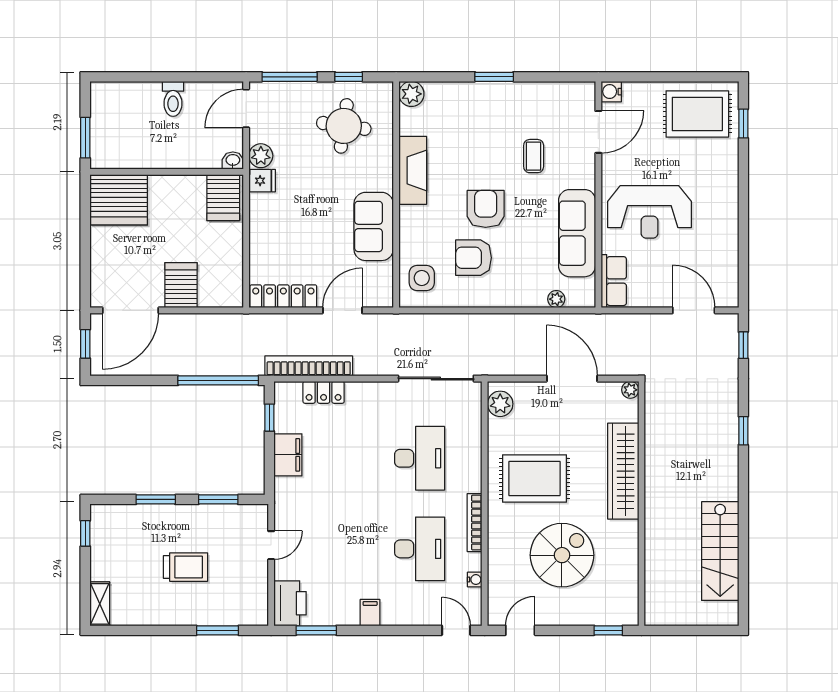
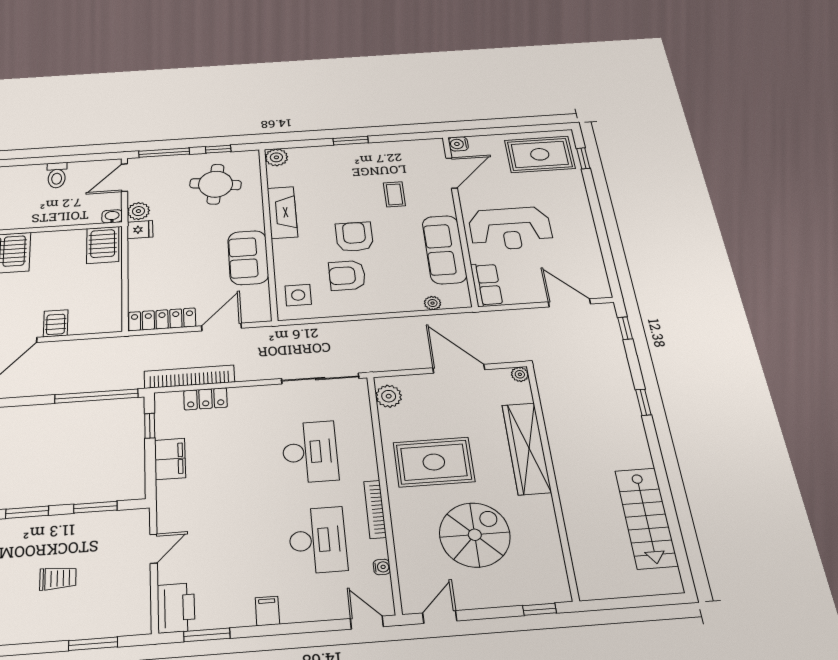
server rack: (181, 285) -> (56, 323), width x0.73, depth x0.70
trolley: (186, 567) -> (58, 578), width x0.73, depth x0.72

